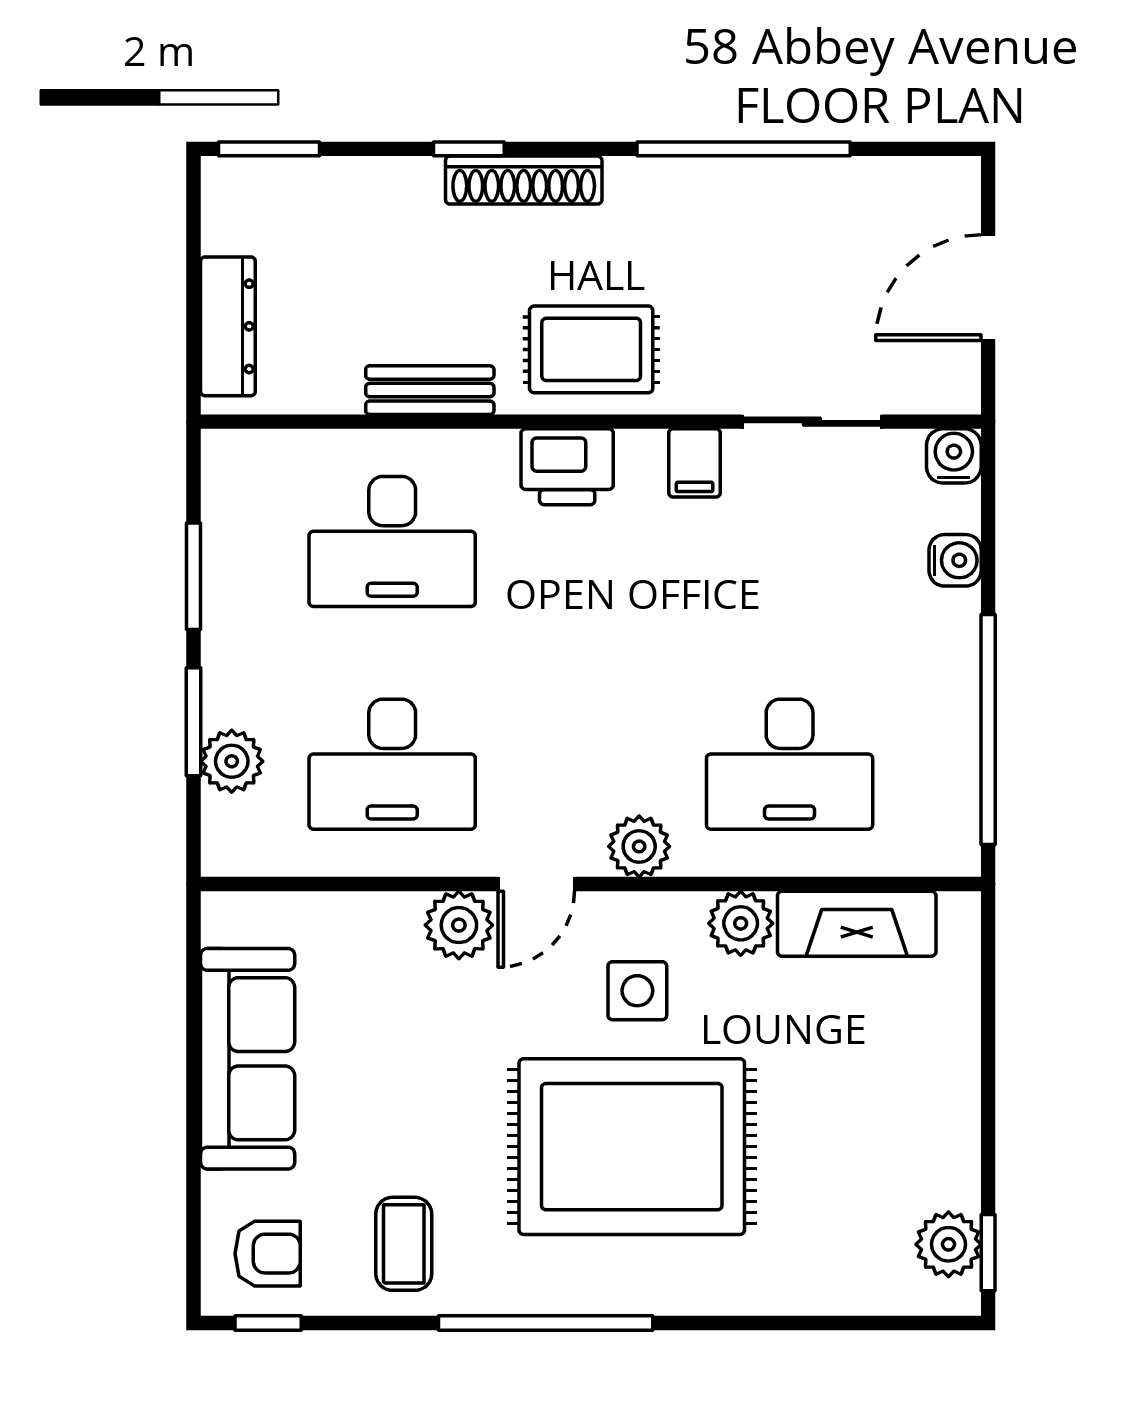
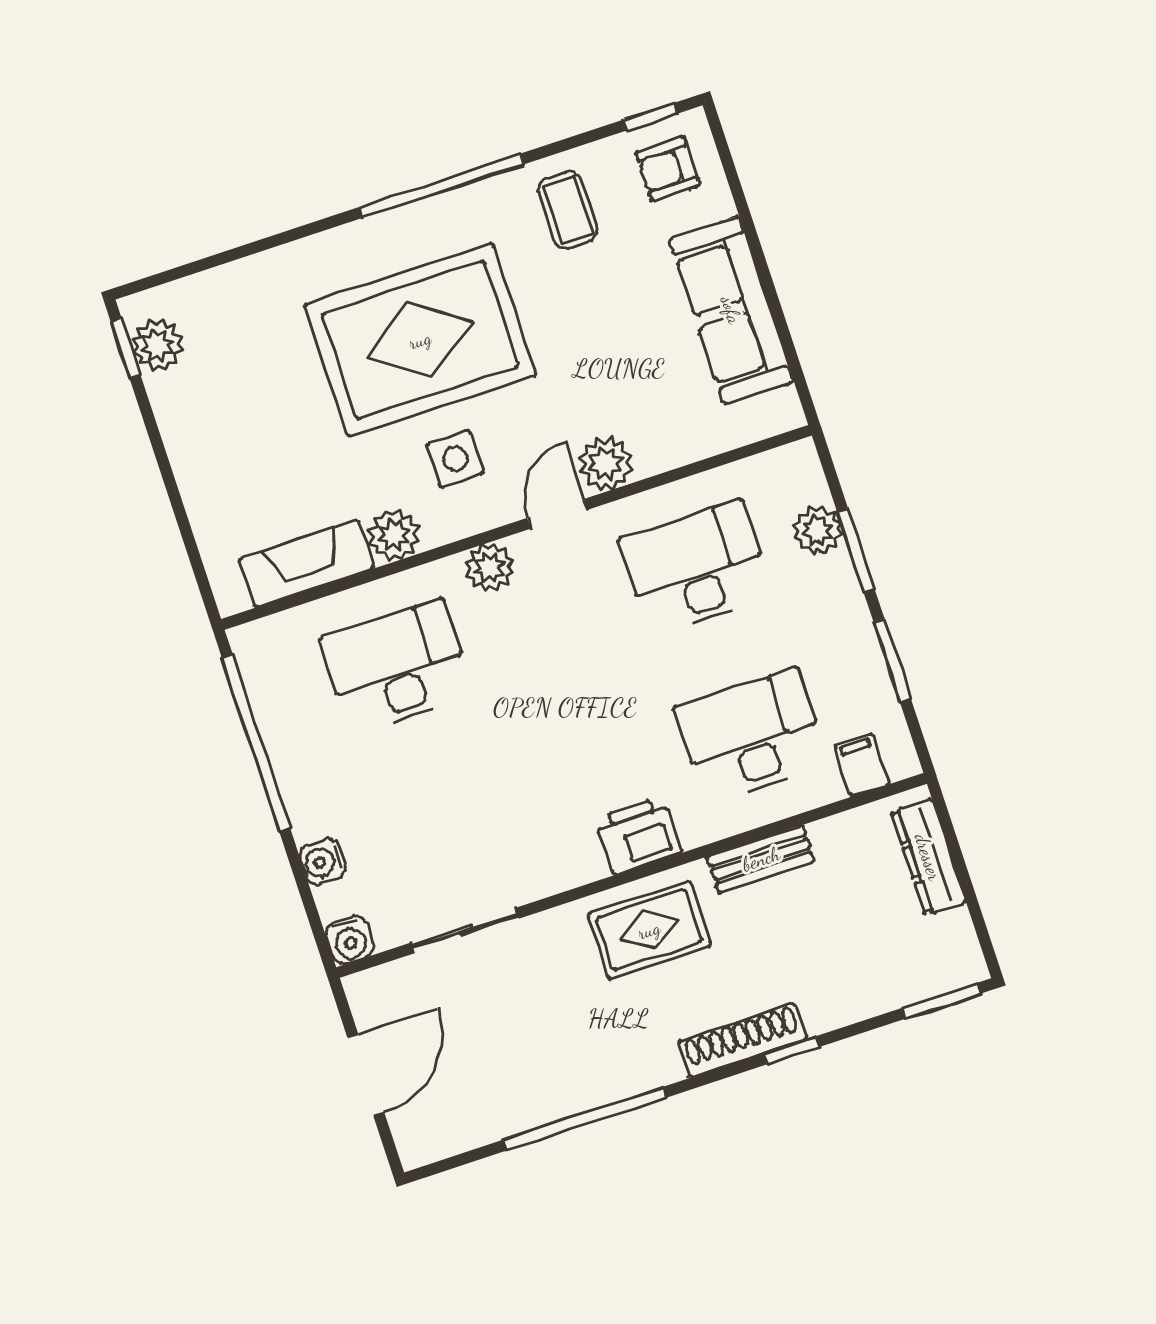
filing cabinet: (695, 463) -> (862, 765), moved

